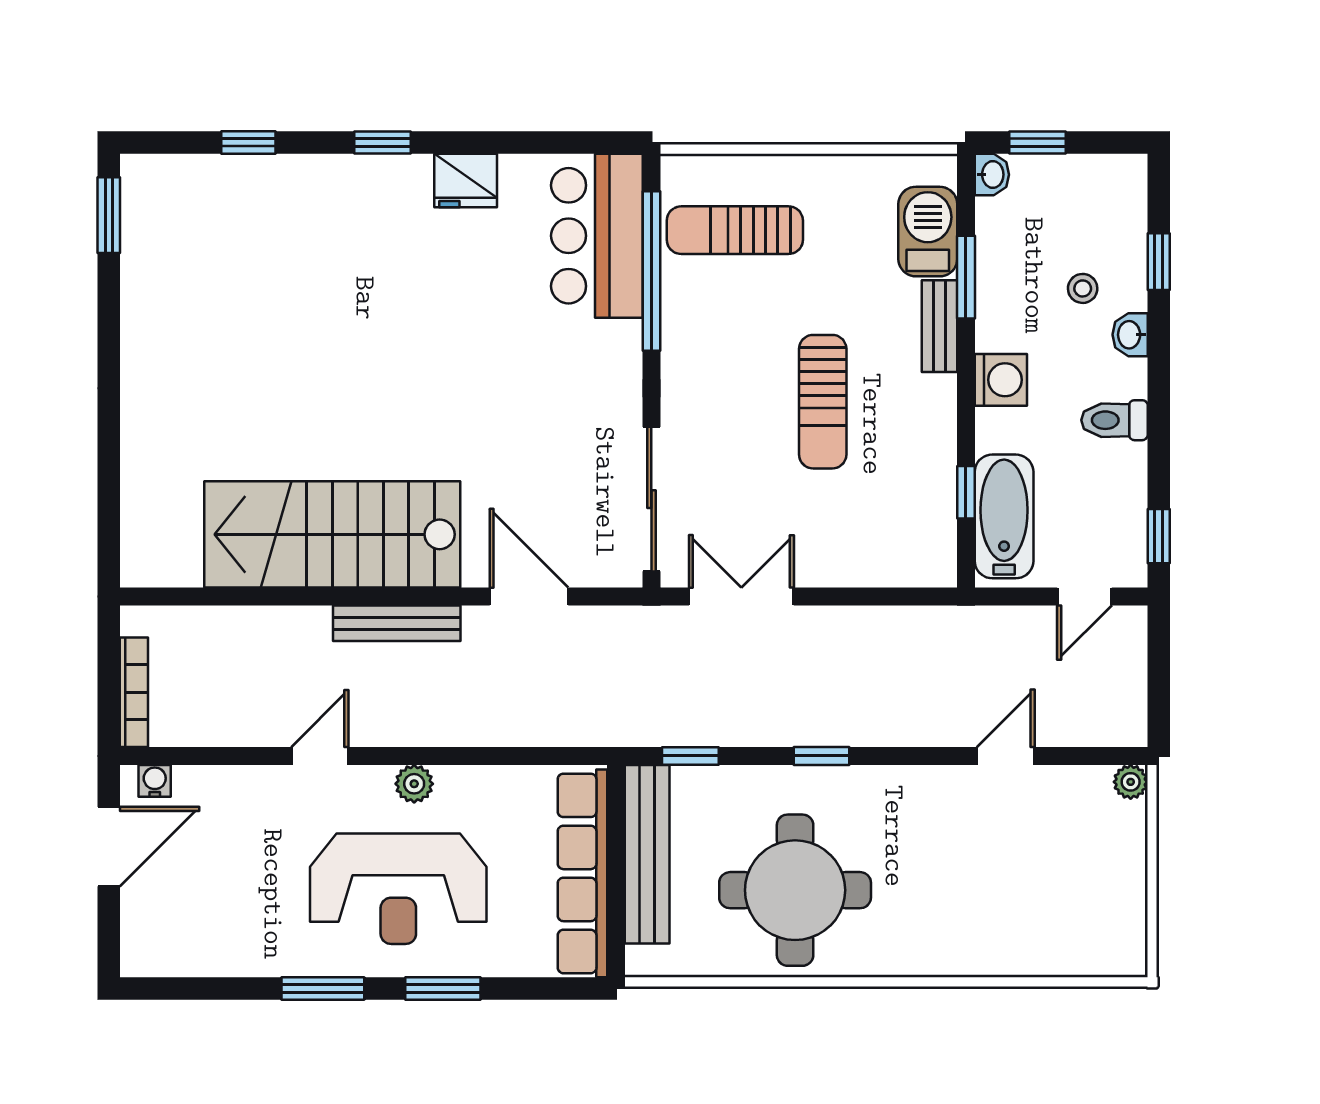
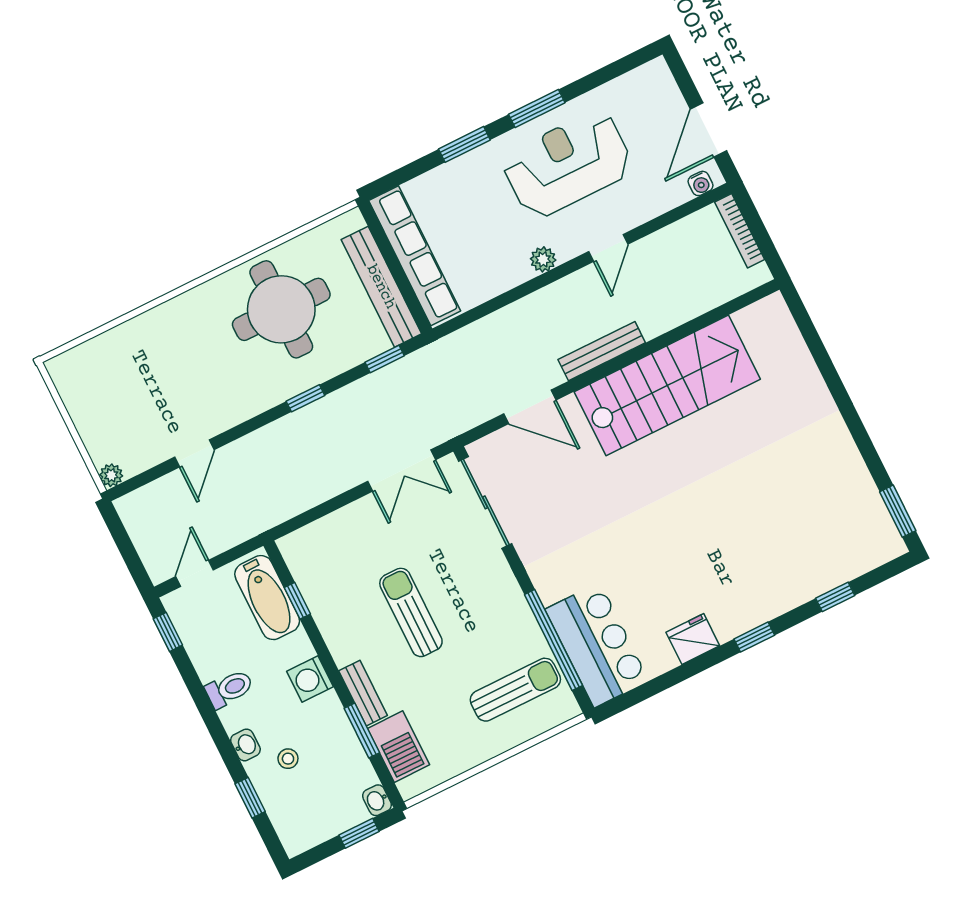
reception desk: (398, 889) -> (567, 164), moved

